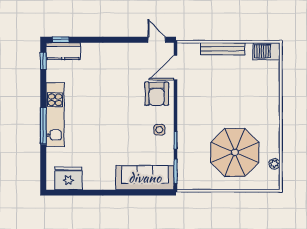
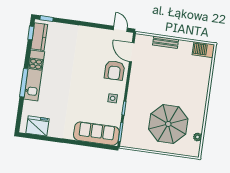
bench: (223, 49) -> (166, 42), width x0.73
kitchen counter: (63, 51) -> (39, 37), moved, turned -90
door: (176, 68) -> (132, 52), hinge flipped

